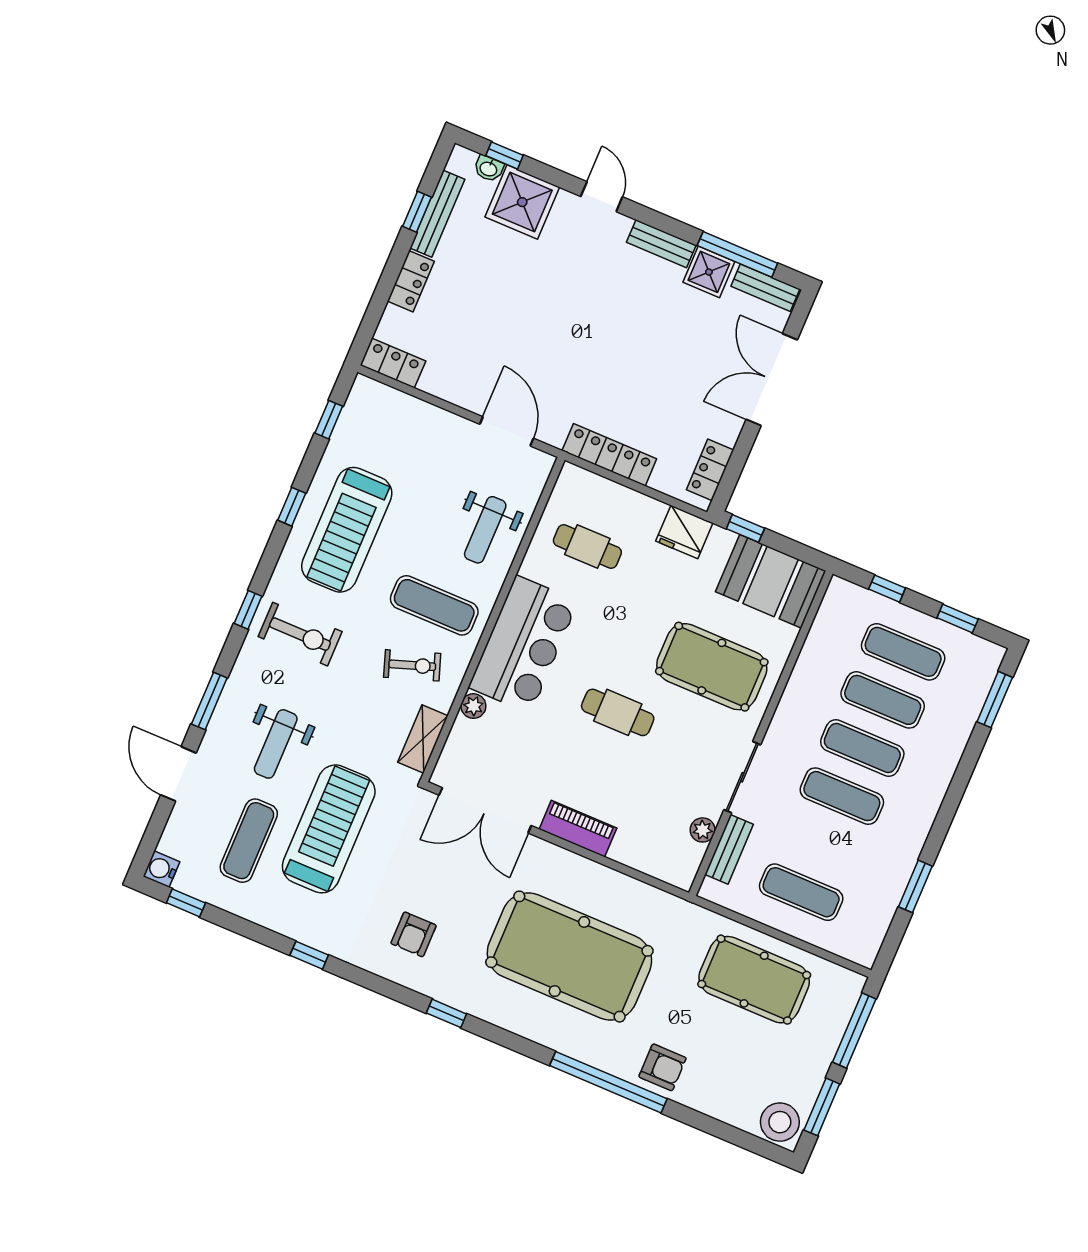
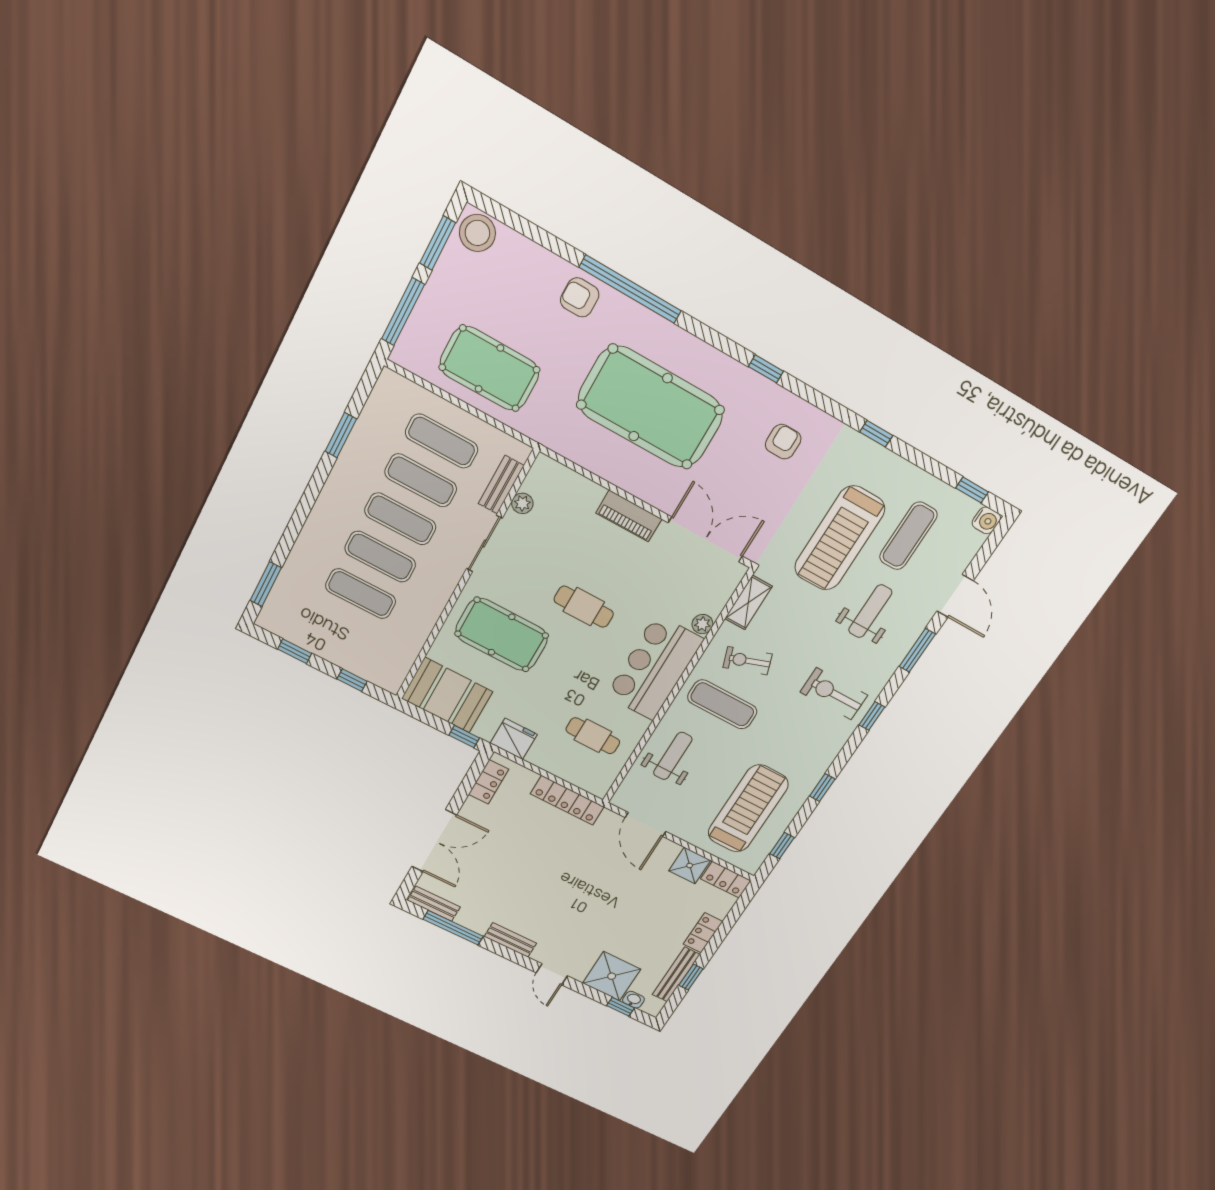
shower: (709, 272) -> (690, 866), moved
treadmill: (347, 530) -> (748, 809), moved
exercise mat: (903, 652) -> (421, 480), moved

